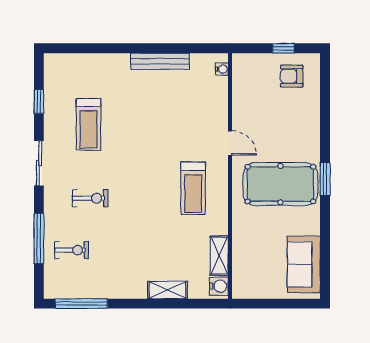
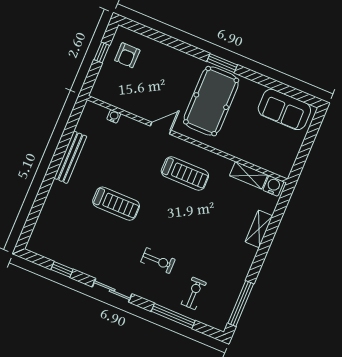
water cooler: (222, 69) -> (114, 116), moved
treadmill: (89, 124) -> (116, 204), moved
exercise bike: (90, 198) -> (158, 261), turned 90

